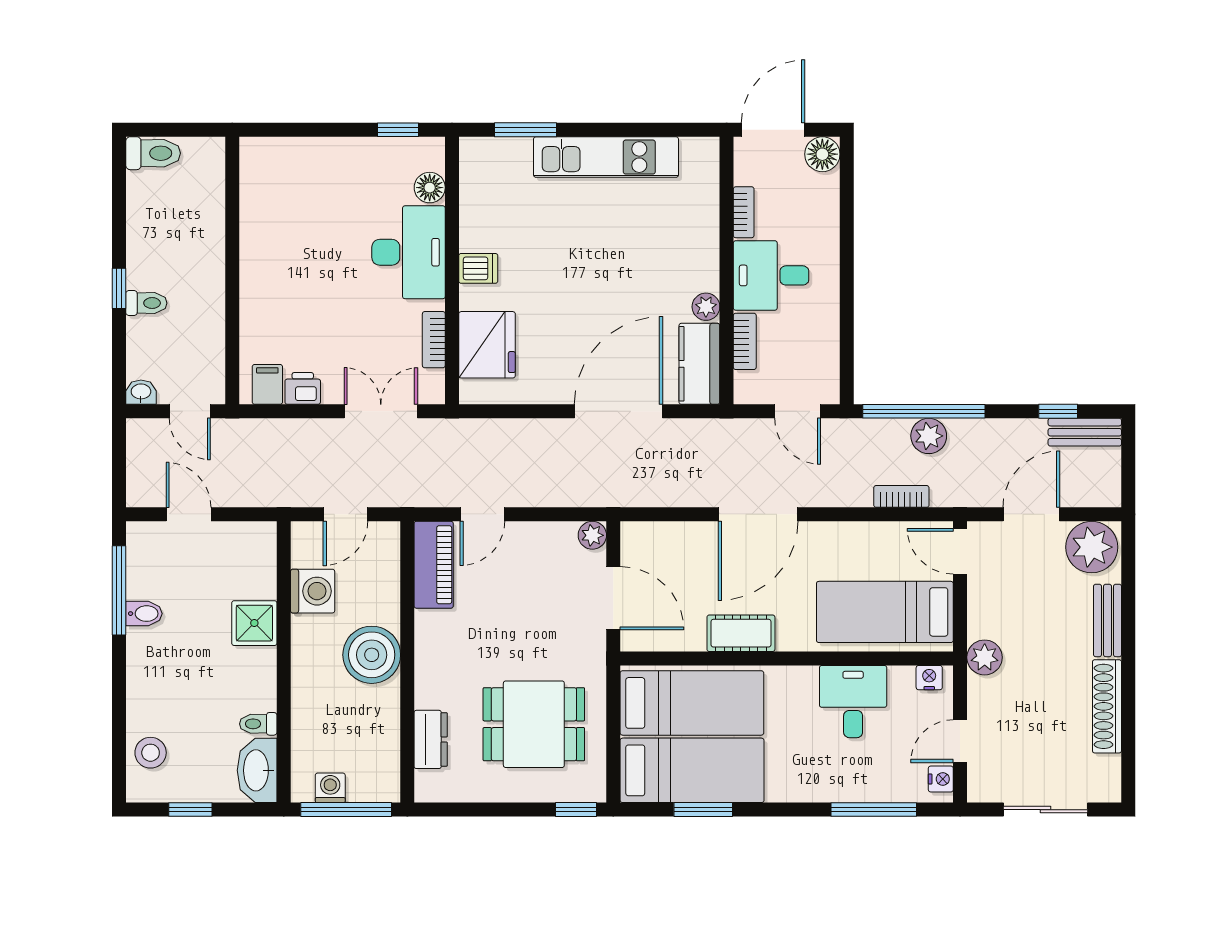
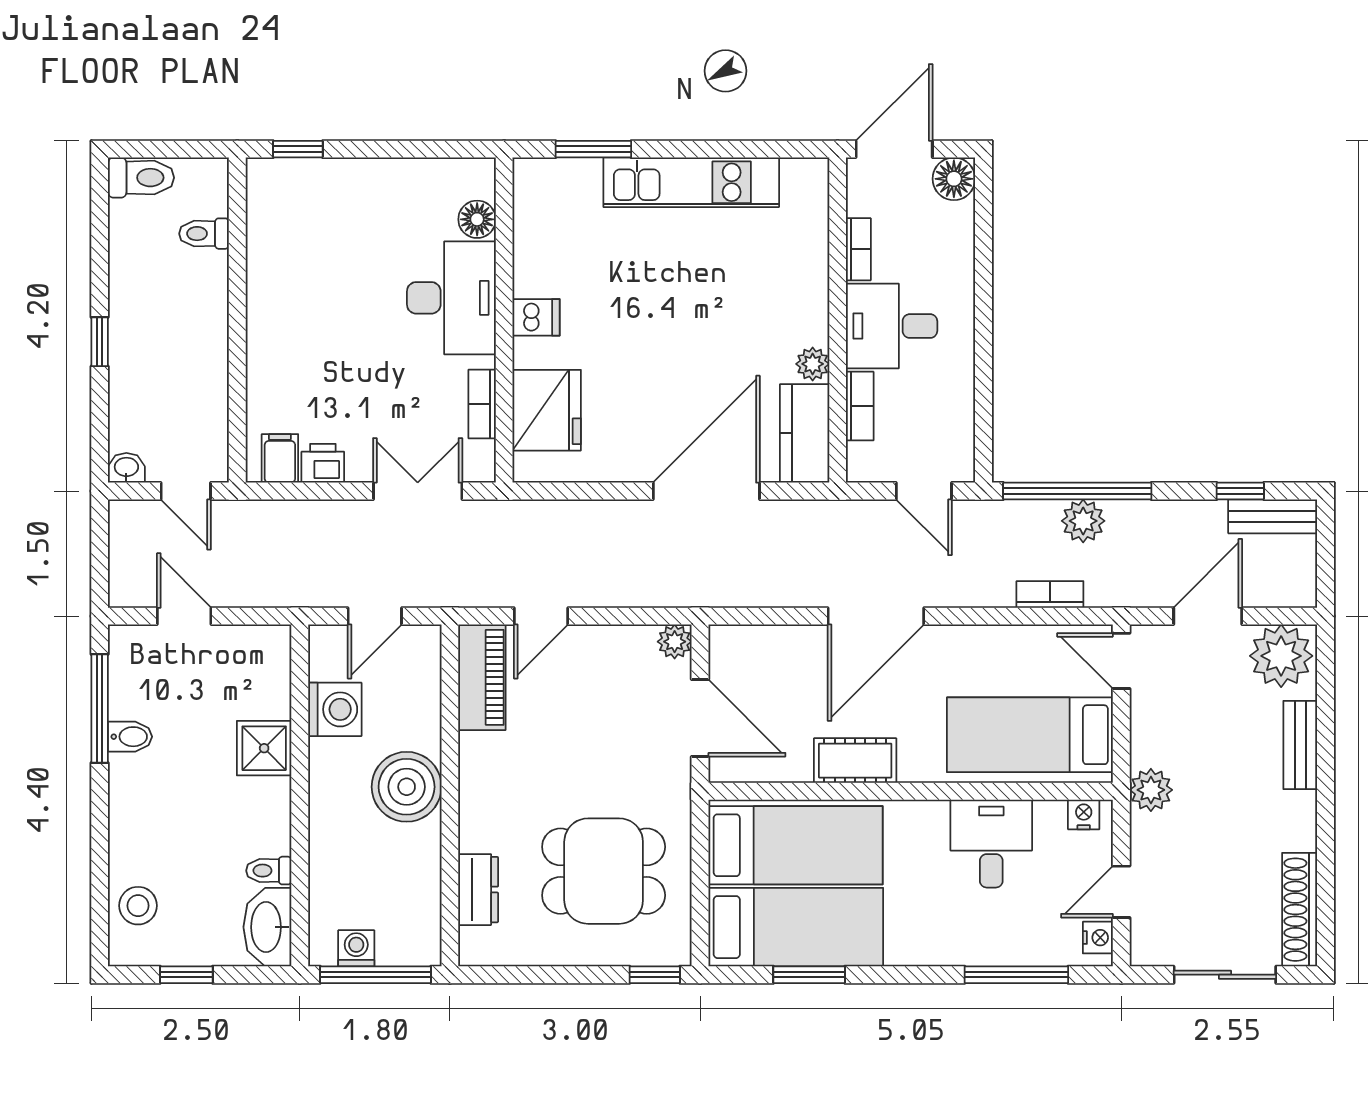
window: (398, 130) -> (298, 149), moved
toilet: (146, 303) -> (204, 234), moved, turned 180
shoe rack: (1107, 706) -> (1300, 910), moved

